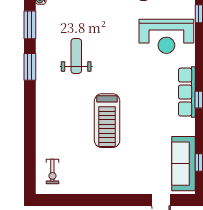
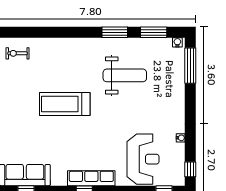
reception desk: (166, 36) -> (143, 159), turned 180
weight bench: (76, 56) -> (125, 75), width x1.36, depth x1.33

